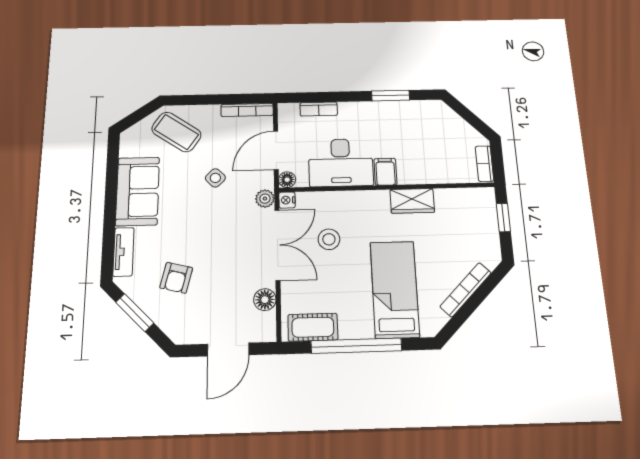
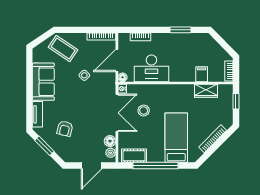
filing cabinet: (385, 172) -> (202, 74), moved
plant: (265, 199) -> (111, 153), moved
wardrobe: (412, 201) -> (206, 91), moved

